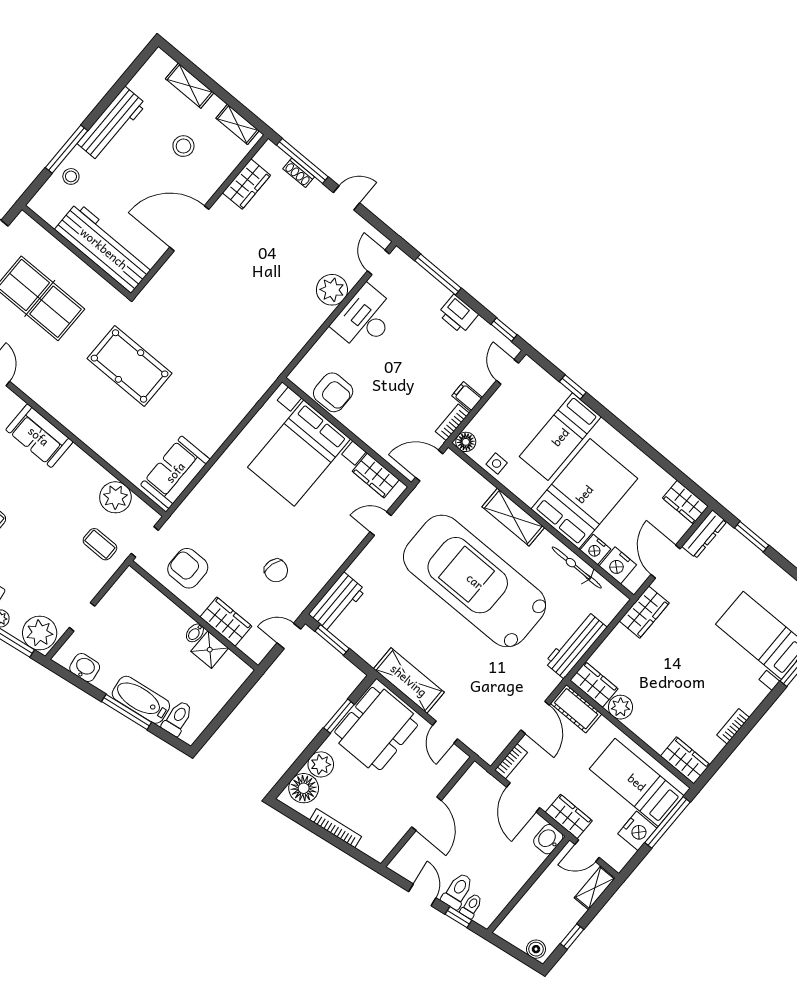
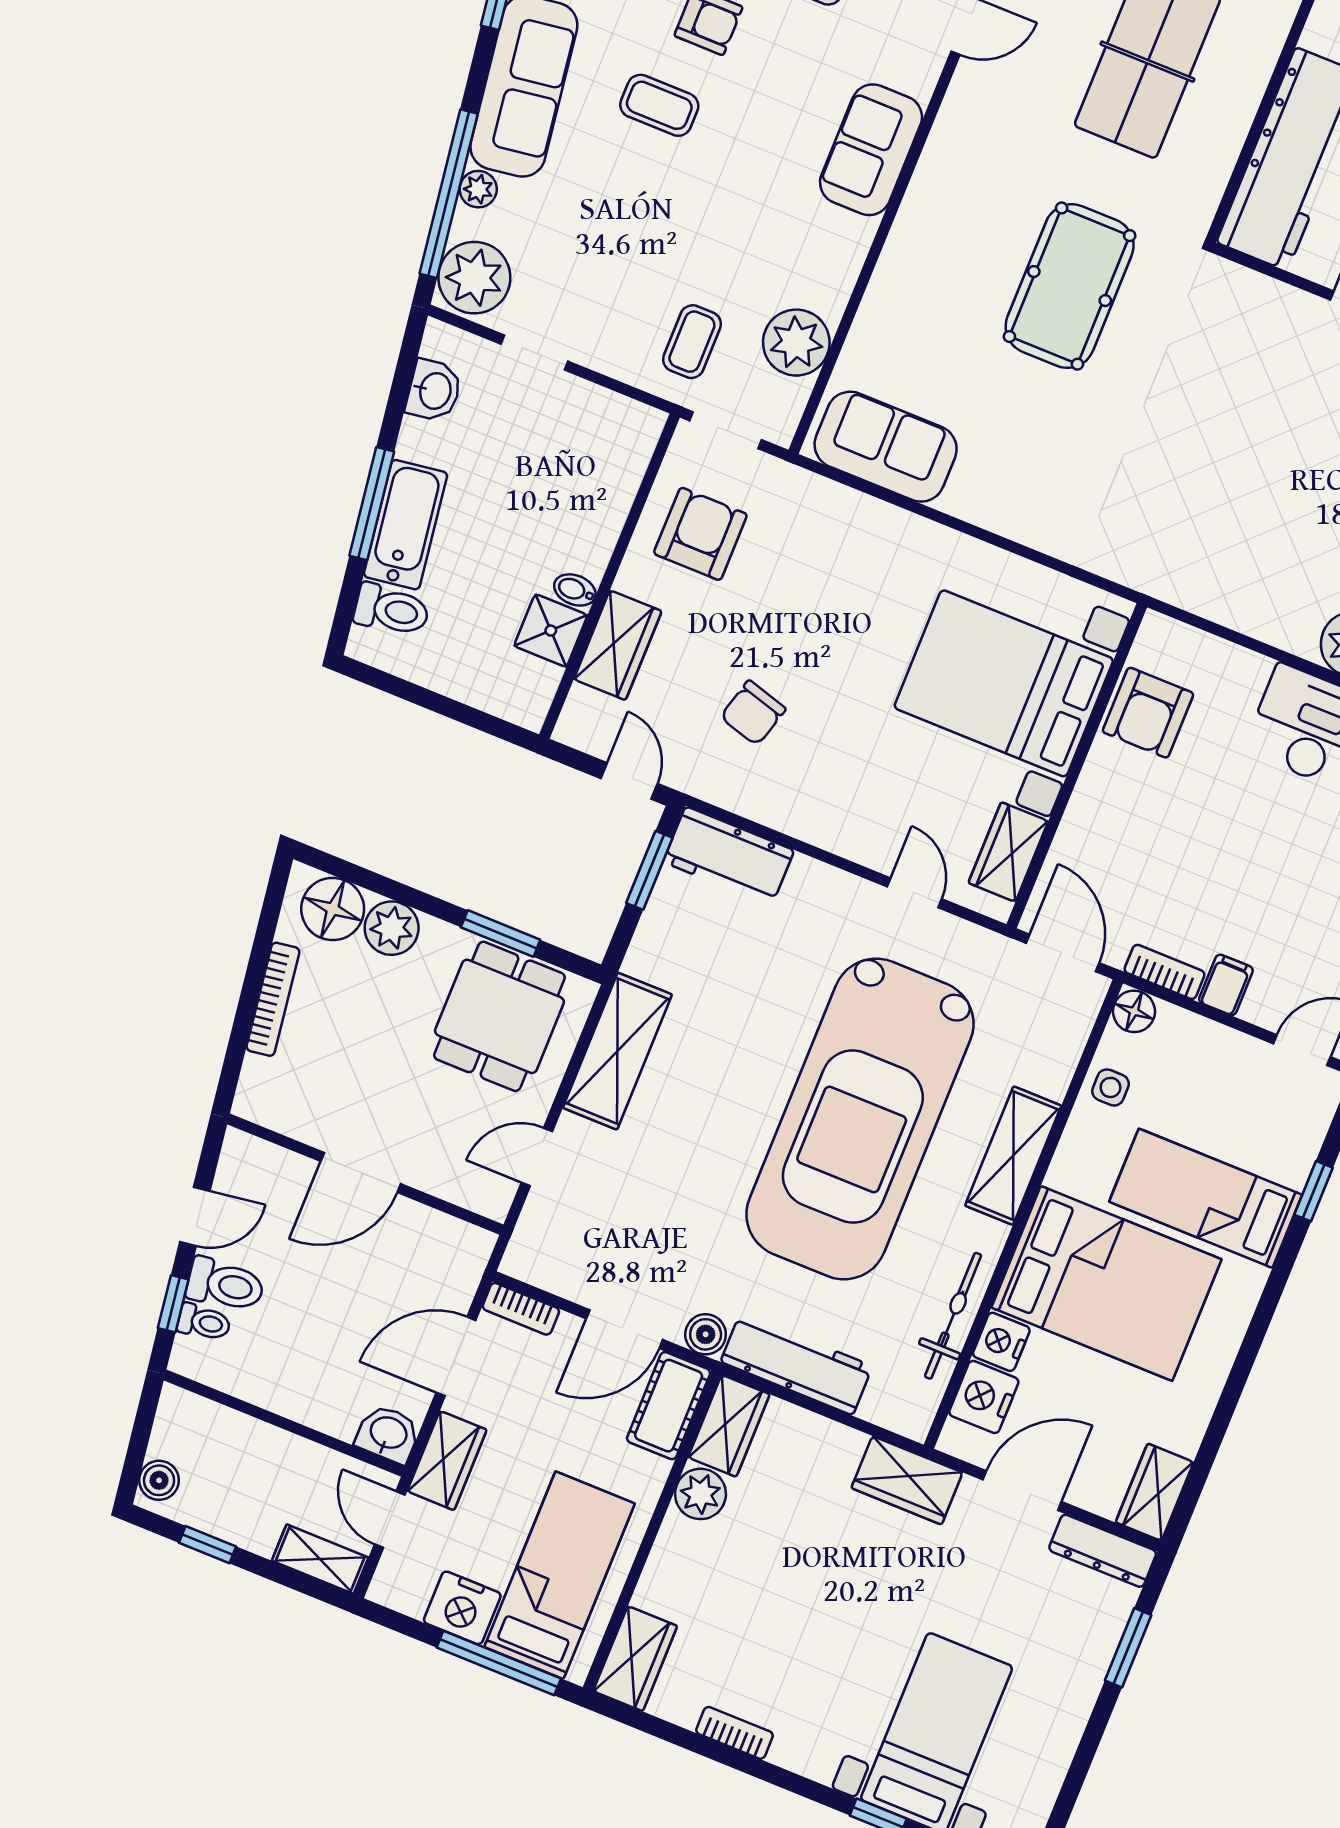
car: (475, 581) -> (860, 1119), turned 180
boiler: (549, 682) -> (706, 1334), added
dining table: (376, 729) -> (499, 1016), width x0.73

